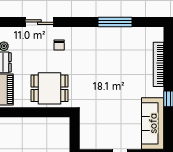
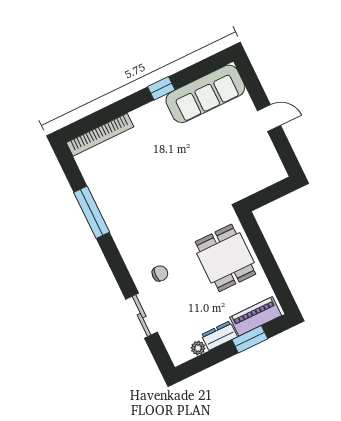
bookcase: (159, 64) -> (100, 135), moved

